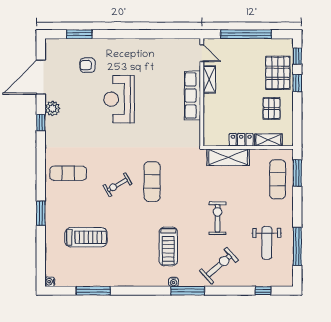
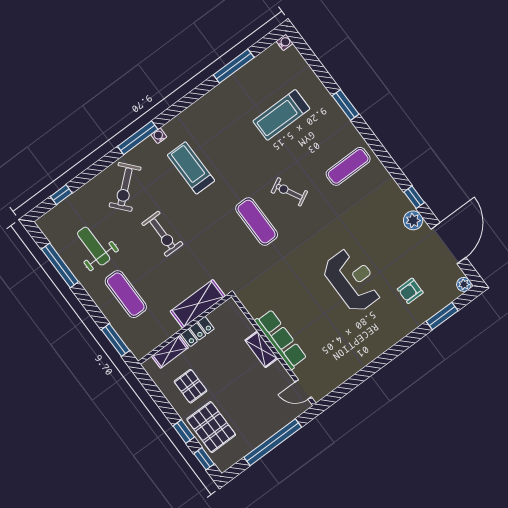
plant: (51, 44) -> (464, 284), added
armchair: (88, 65) -> (410, 291), turned 180
shelving: (209, 79) -> (261, 349), moved
exercise mat: (278, 179) -> (126, 294), moved
exercise bike: (117, 185) -> (289, 192), turned -88

